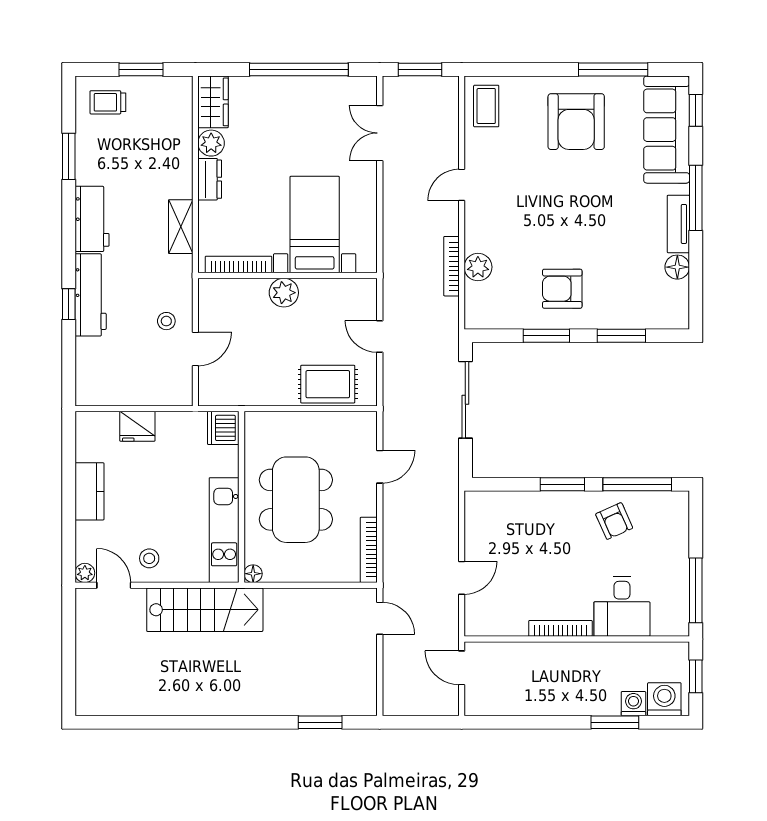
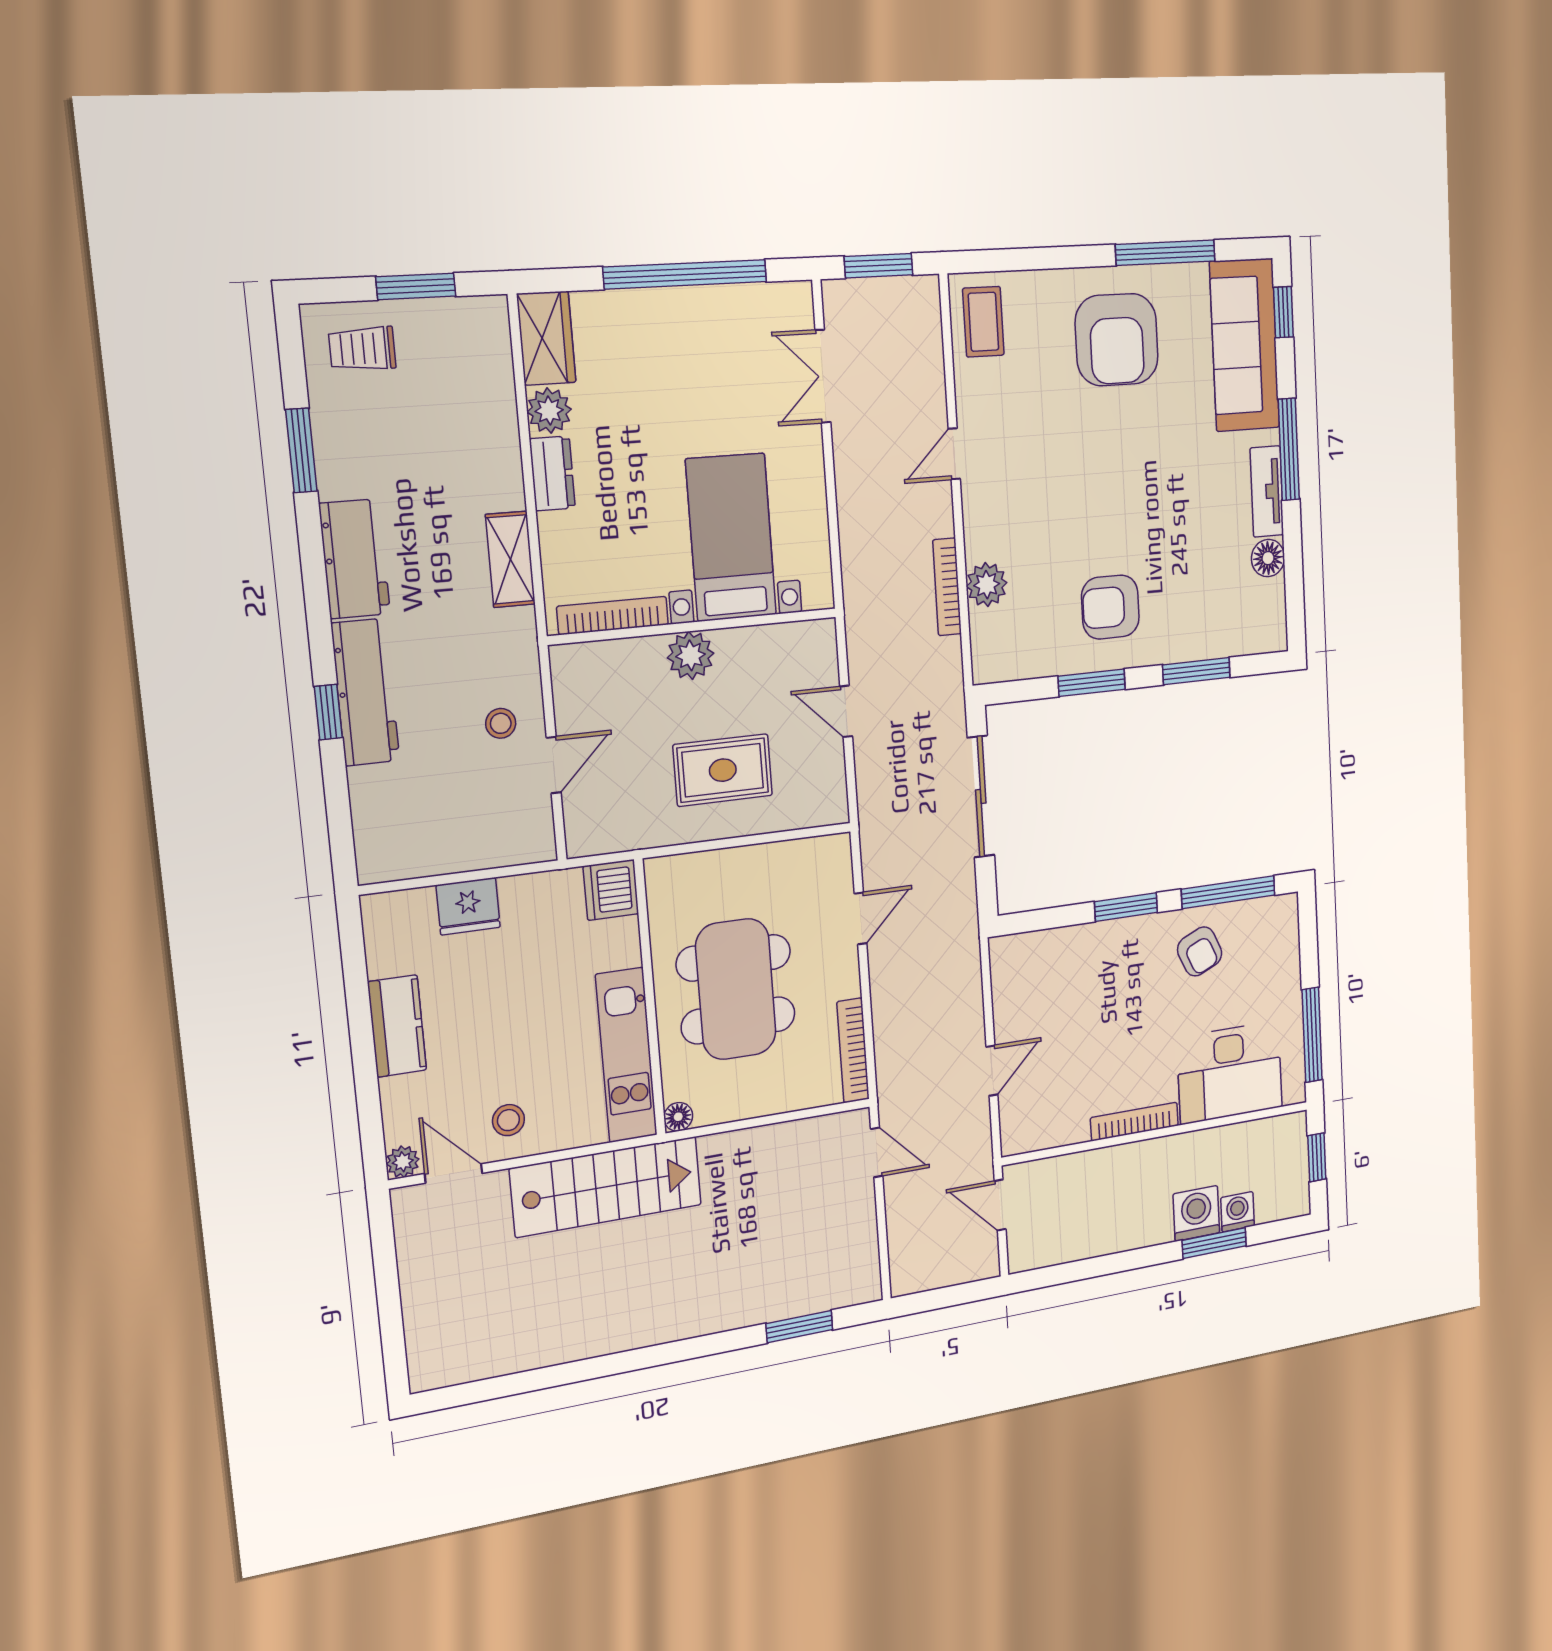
rug: (328, 384) -> (723, 770), moved
desk: (622, 606) -> (1230, 1072), width x1.37
washing machine: (664, 699) -> (1196, 1213), moved

